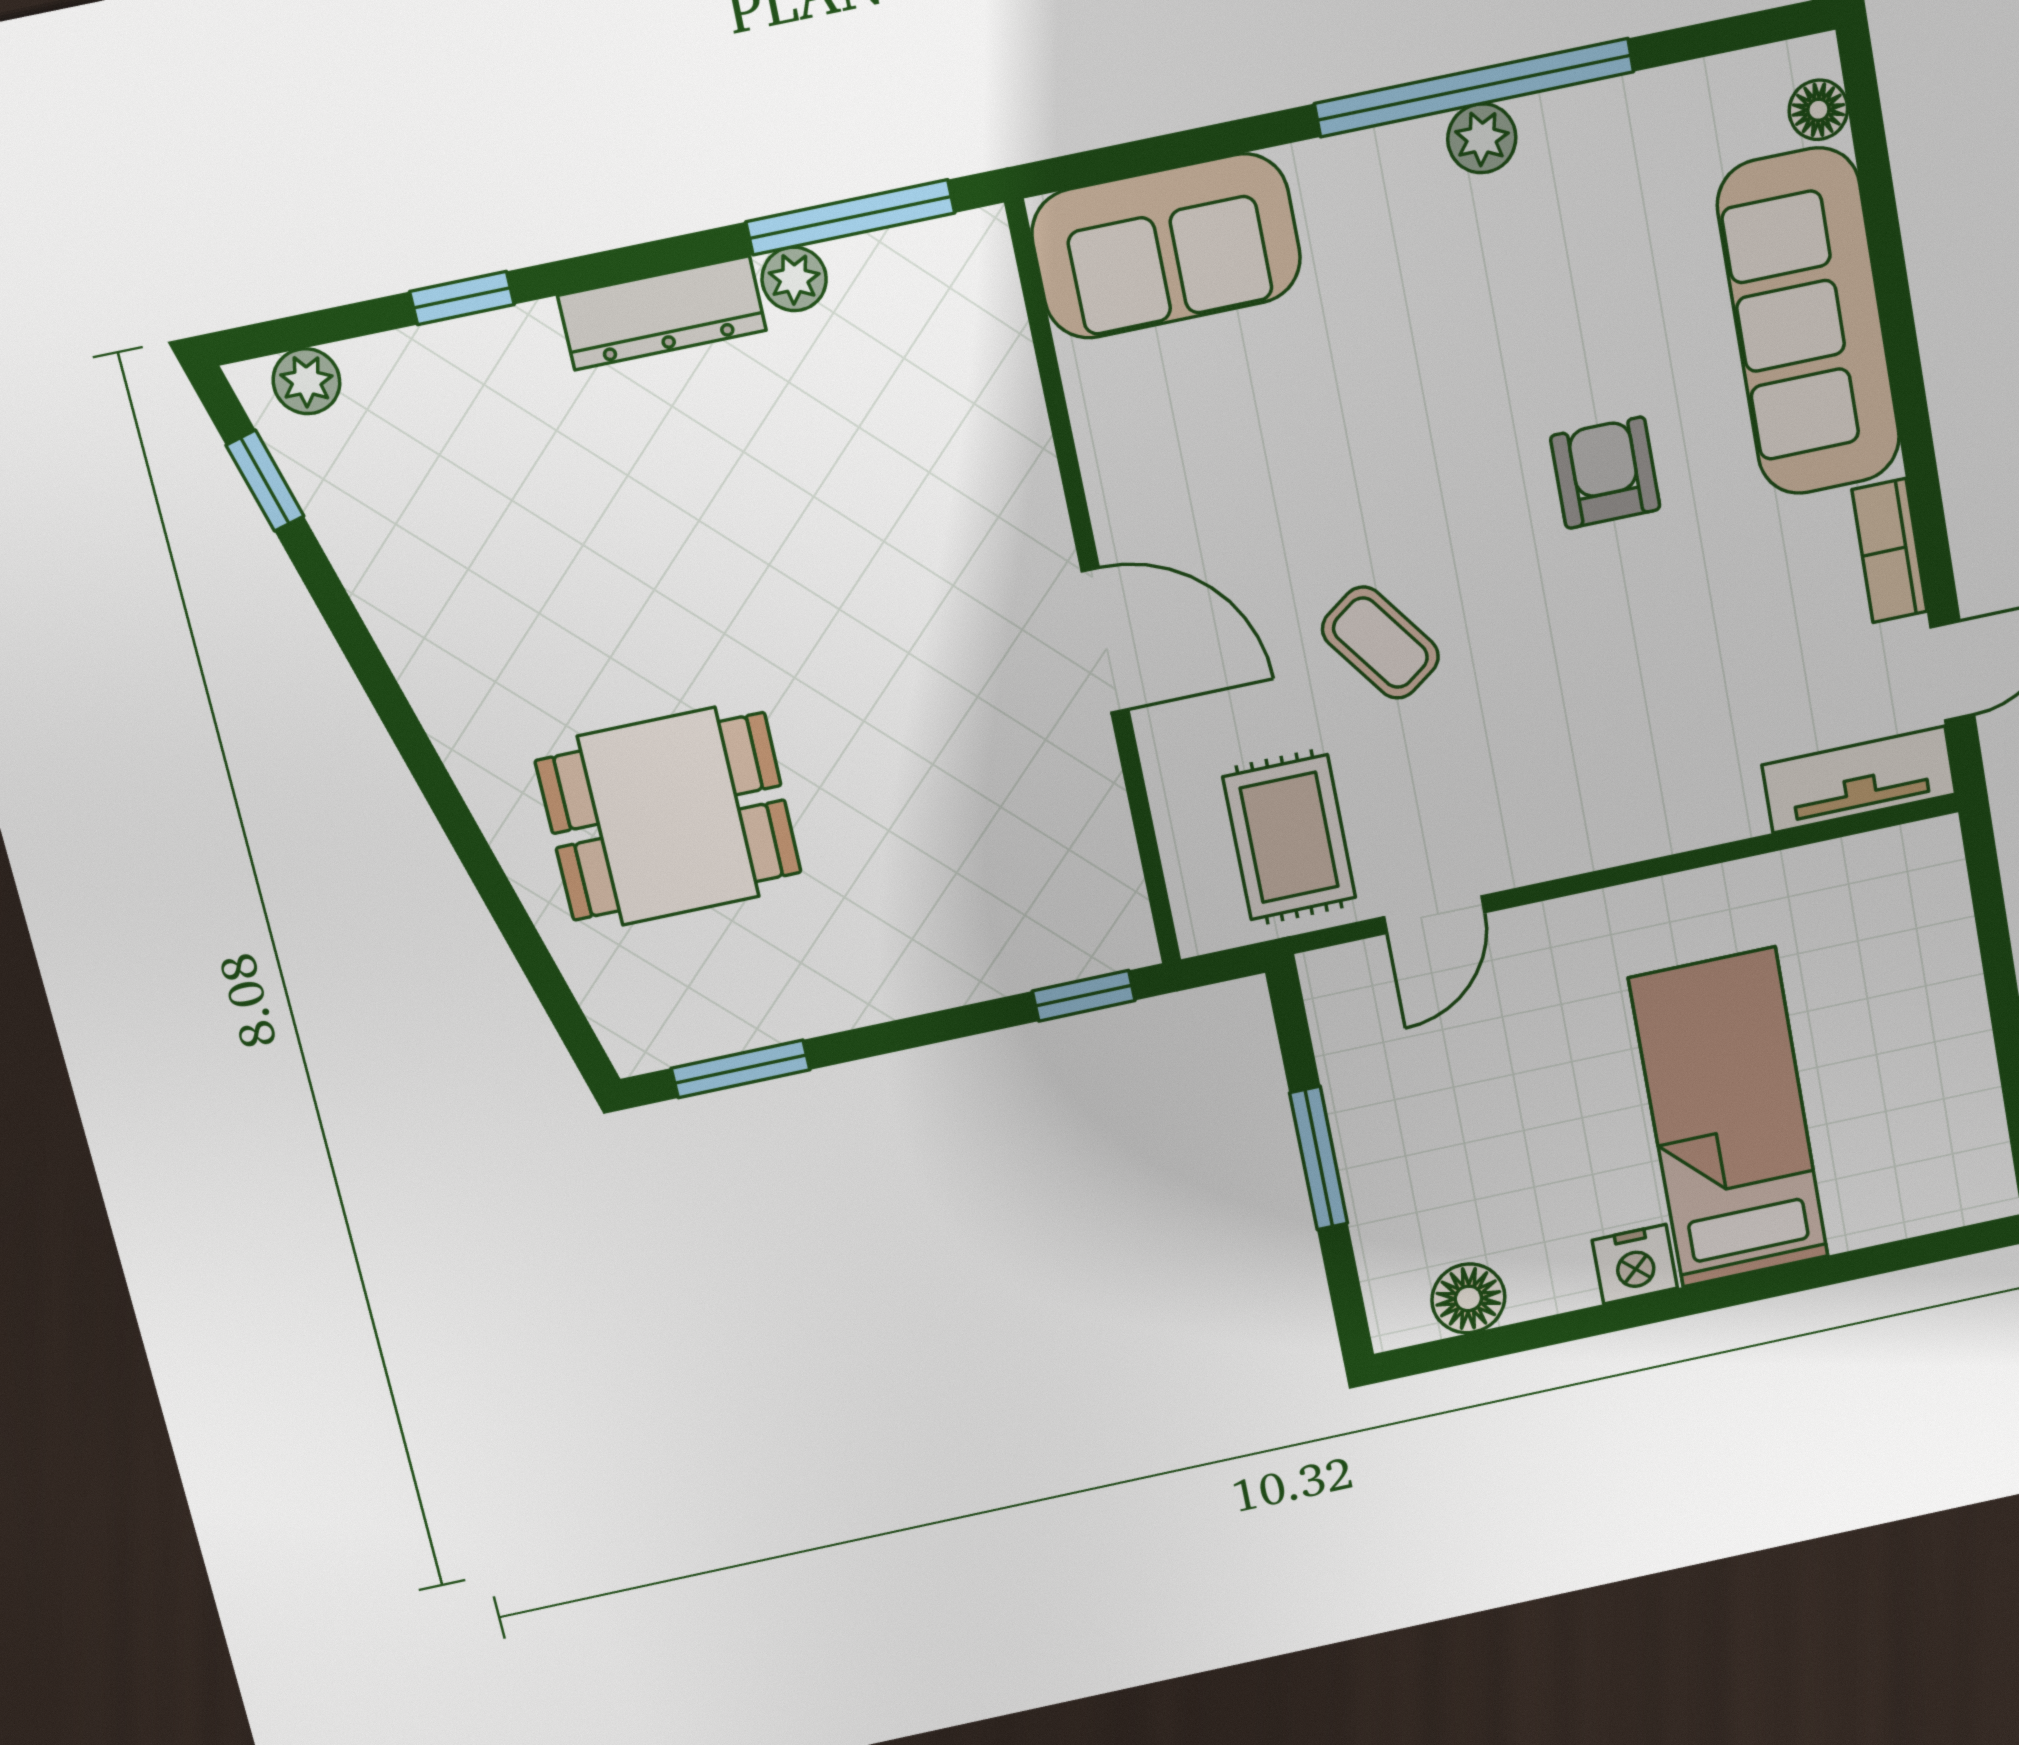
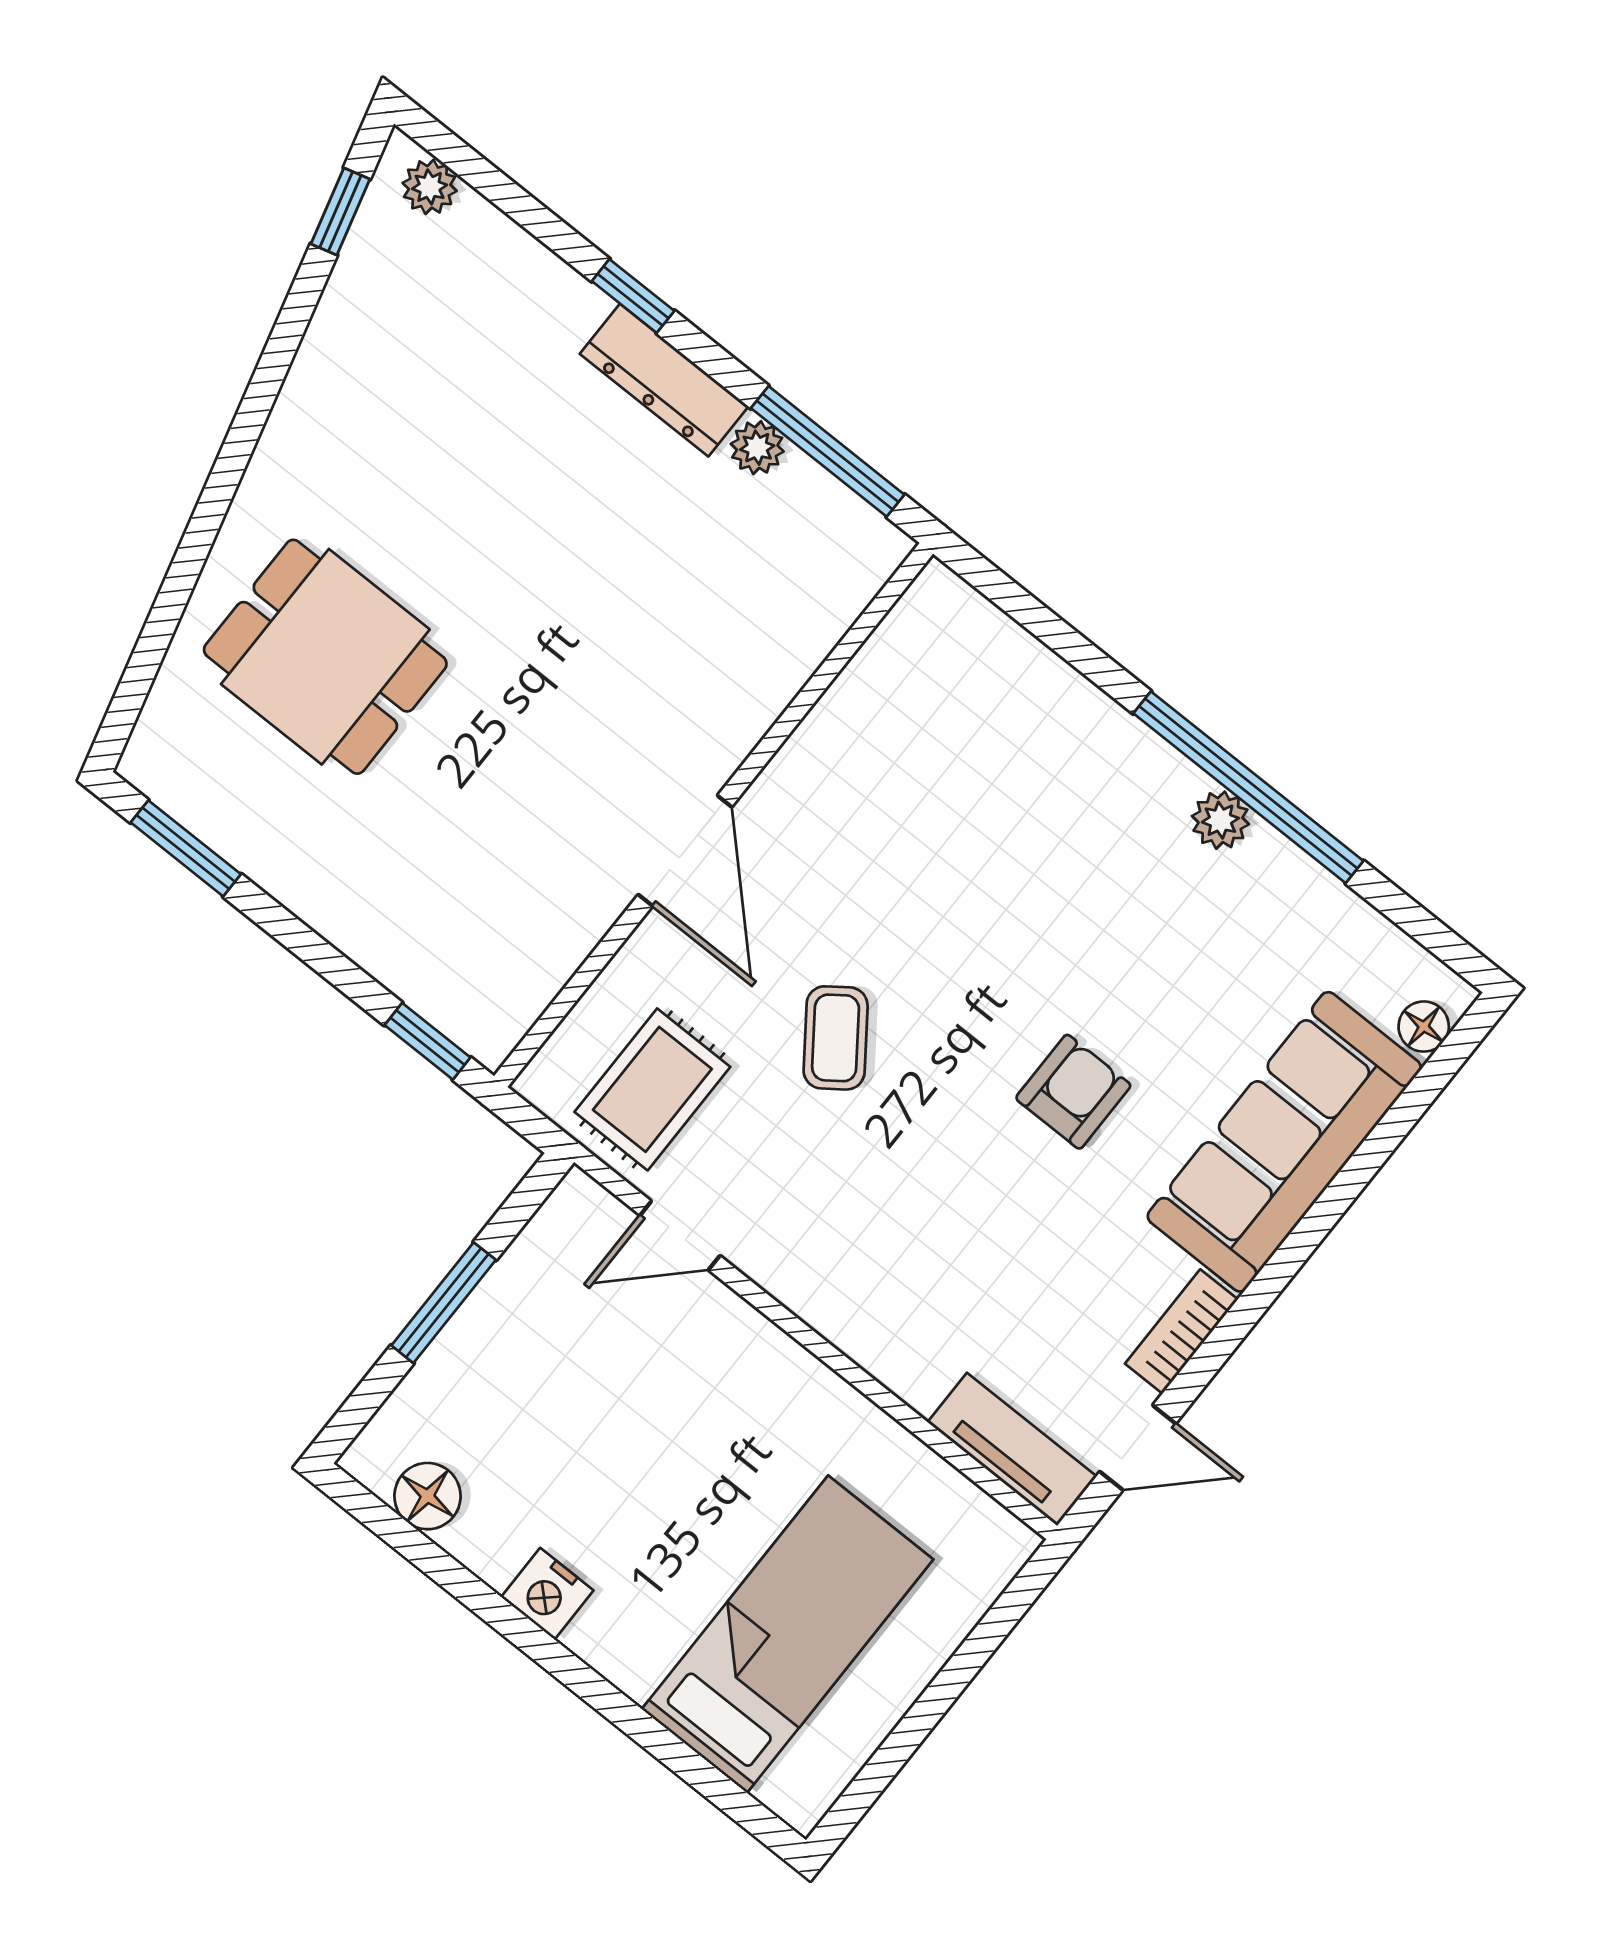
sofa: (1166, 246) -> (979, 672), removed
window: (462, 298) -> (633, 296), moved
bed: (1729, 1118) -> (787, 1634), moved

